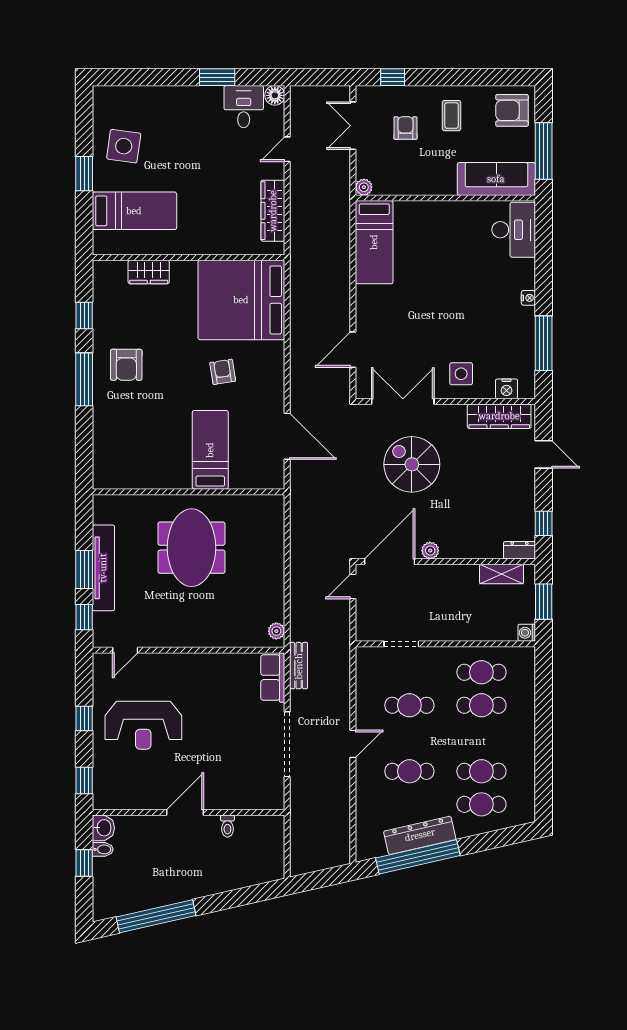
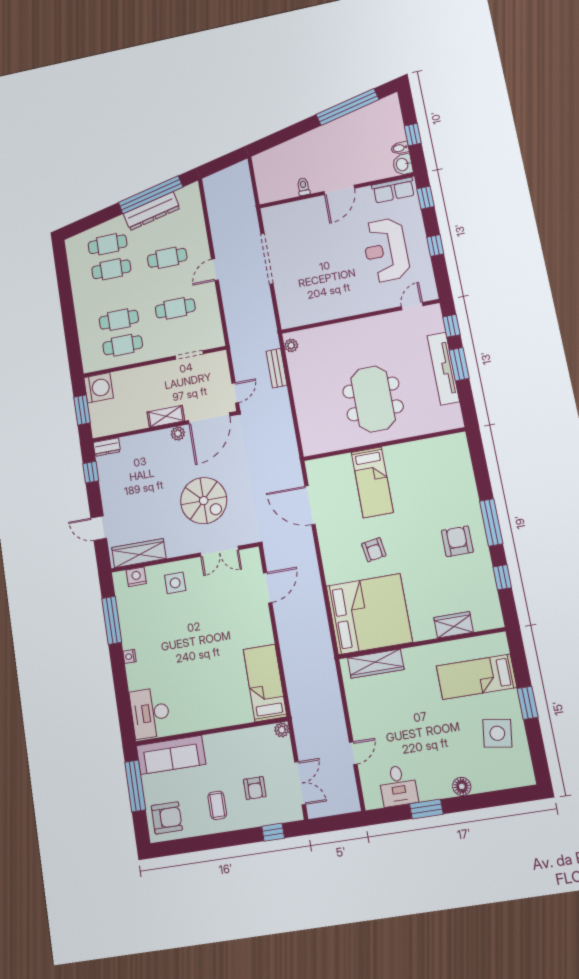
floor lamp: (275, 95) -> (462, 786), moved
wardrobe: (273, 211) -> (376, 664), moved, turned 90
double door: (403, 401) -> (219, 551), width x0.73
shelving: (502, 574) -> (166, 416), moved
washing machine: (527, 633) -> (99, 388), width x1.89, depth x1.89
bench: (299, 666) -> (277, 368), moved
row of seats: (273, 677) -> (393, 190), moved, turned 90
reception desk: (143, 725) -> (386, 250), turned -90

